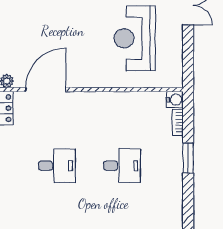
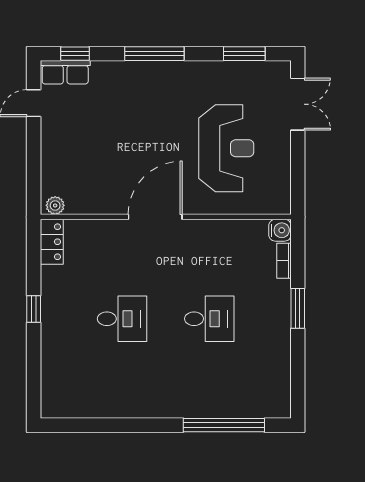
reception desk: (135, 38) -> (226, 148), turned 180
door: (46, 90) -> (155, 217), moved

